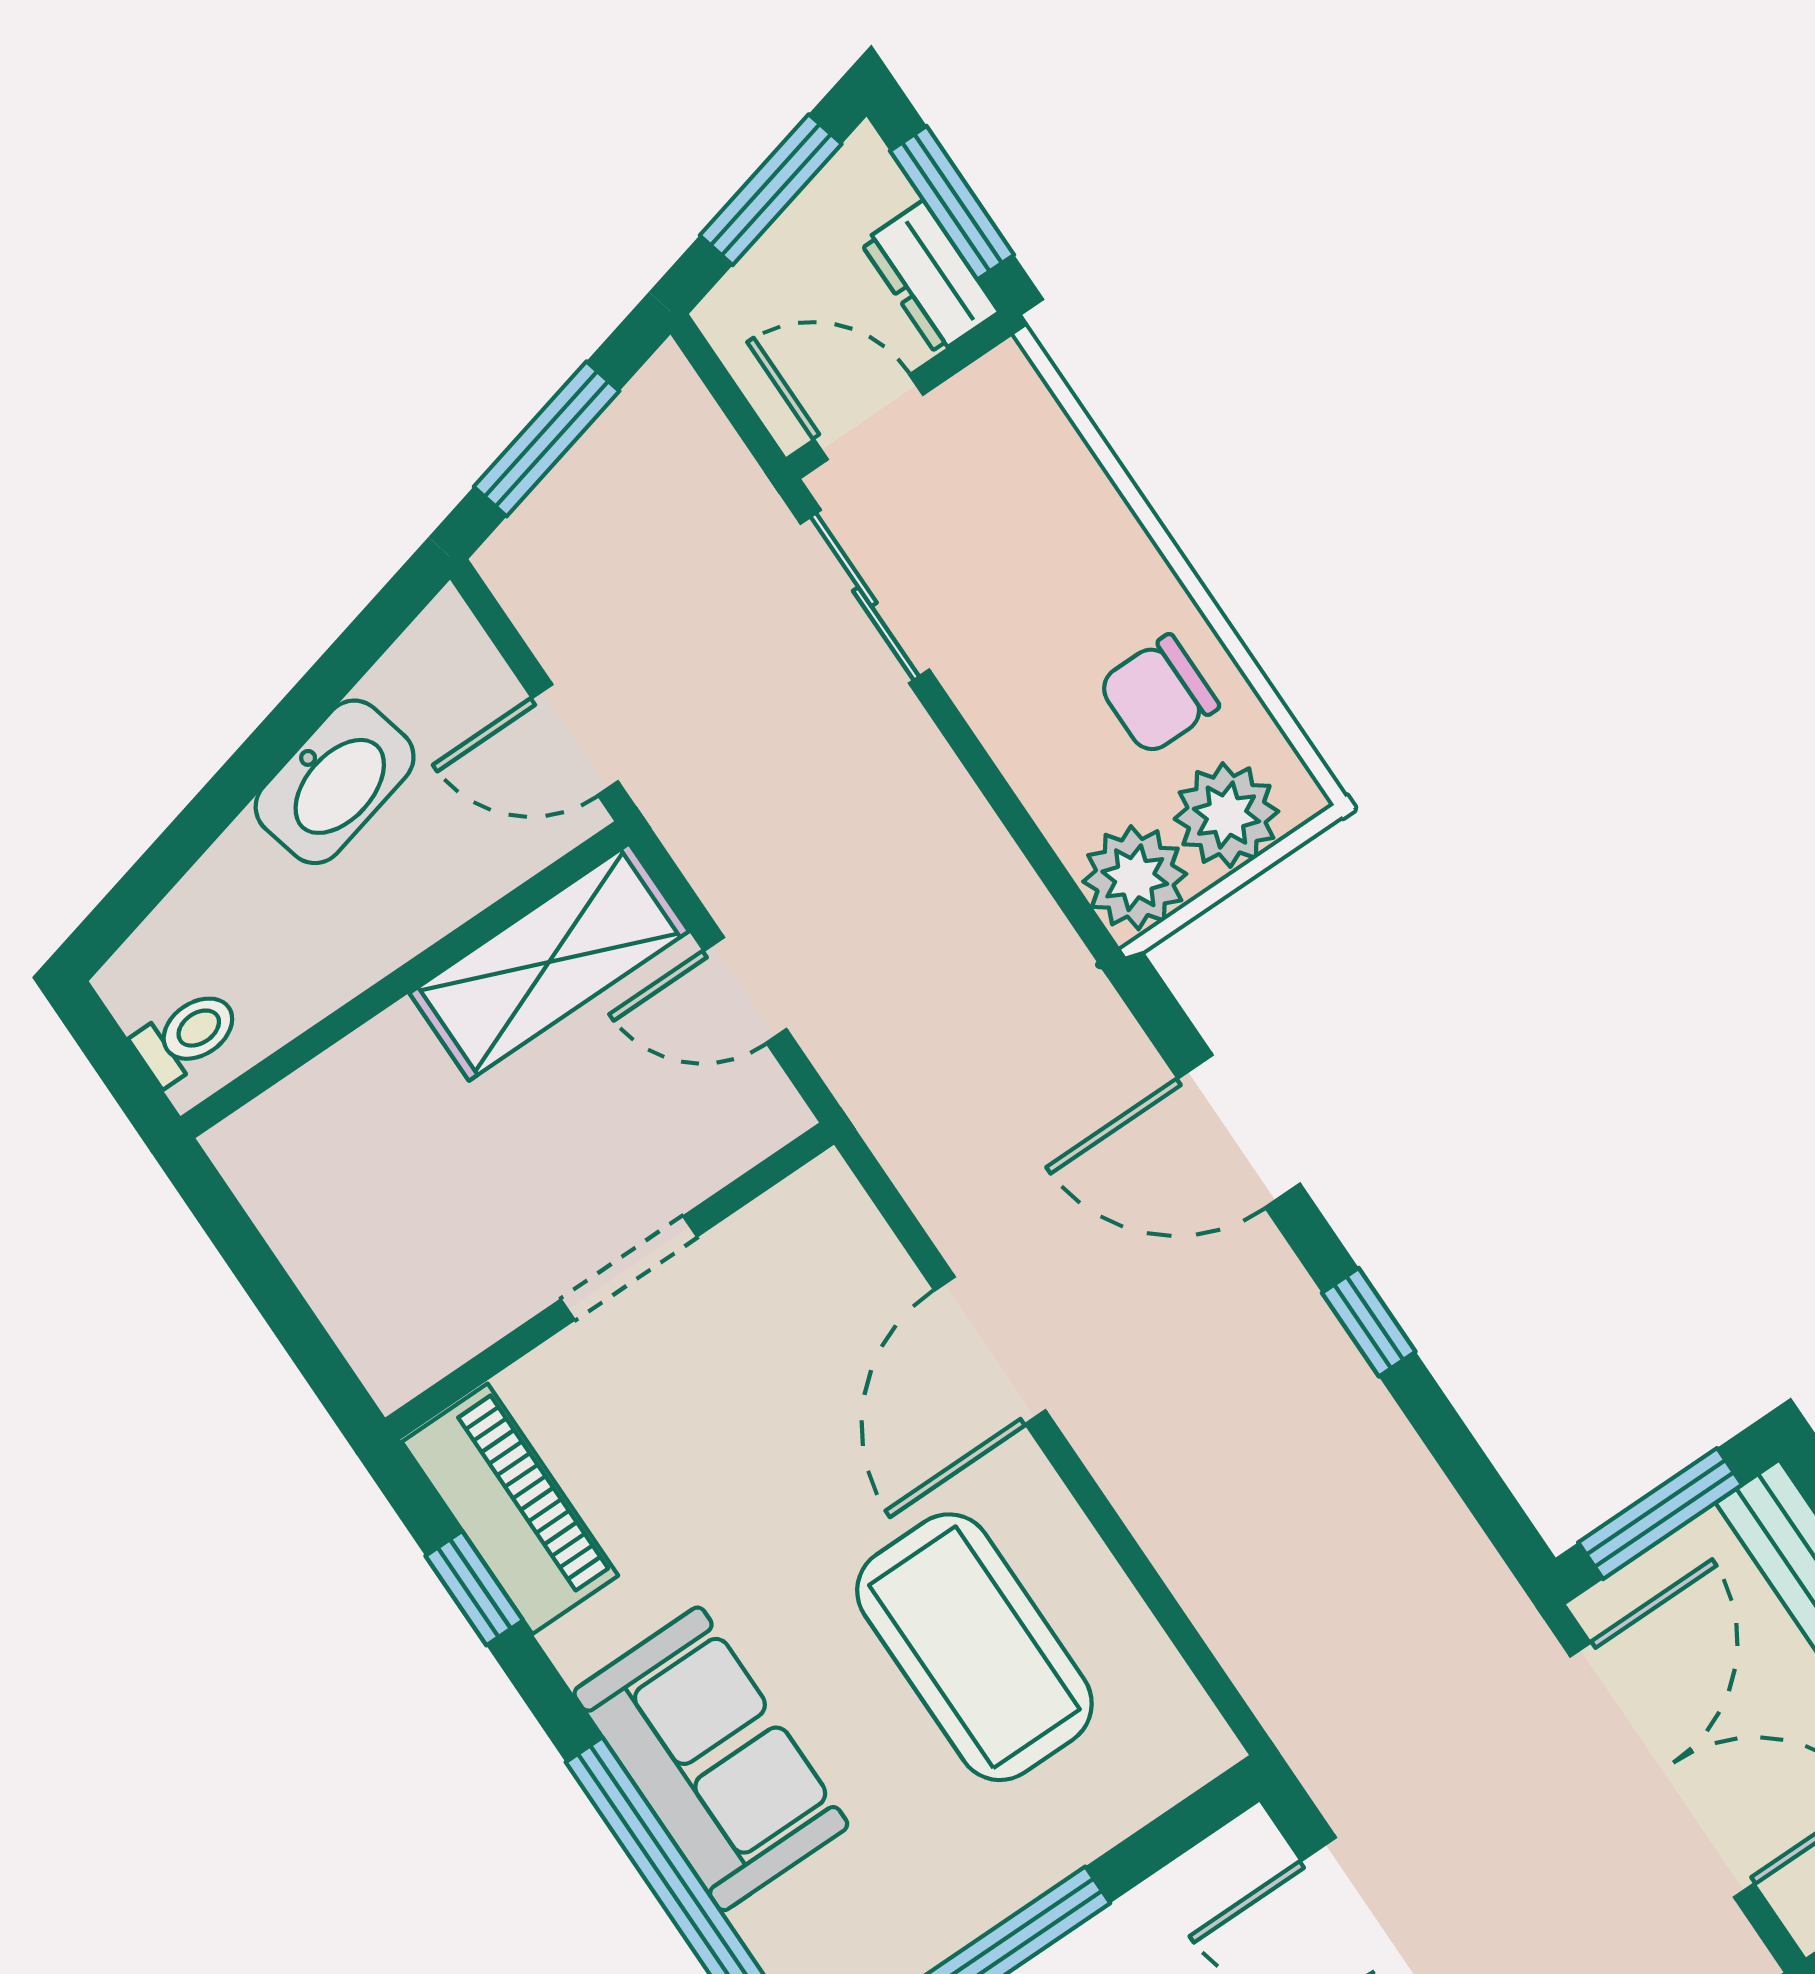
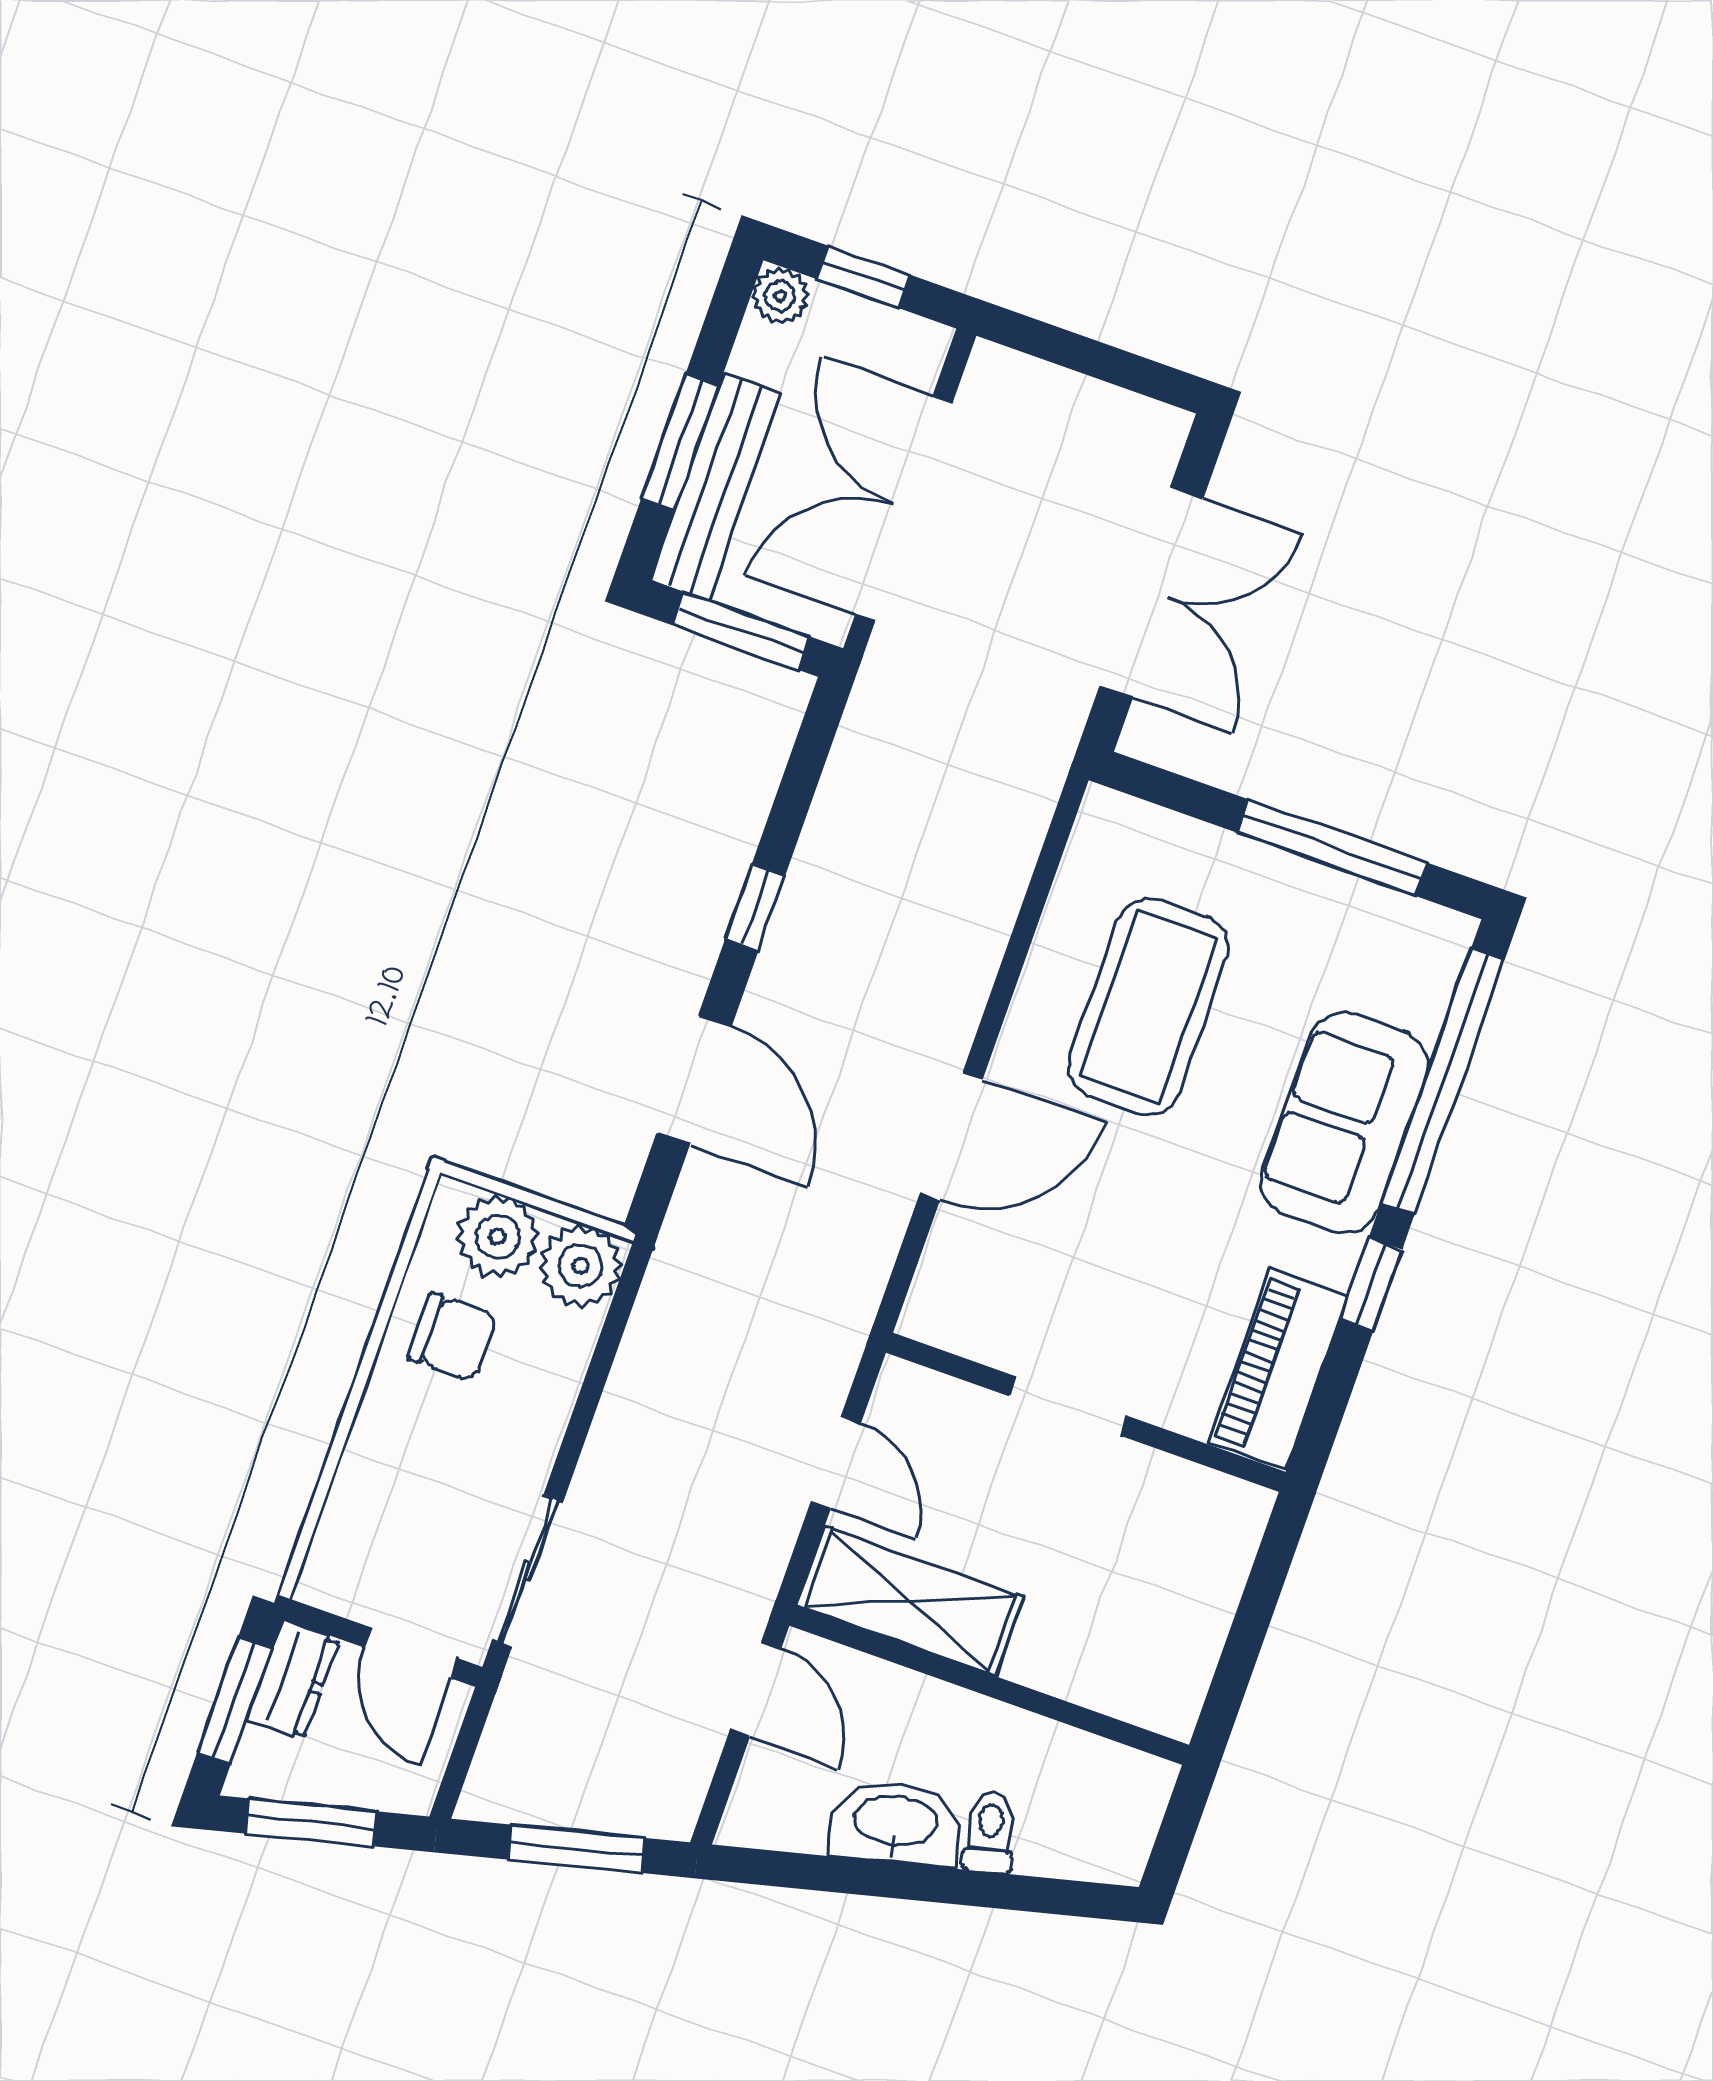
toilet: (187, 1036) -> (990, 1832), moved, turned 76
window: (474, 1588) -> (1371, 1284), moved

